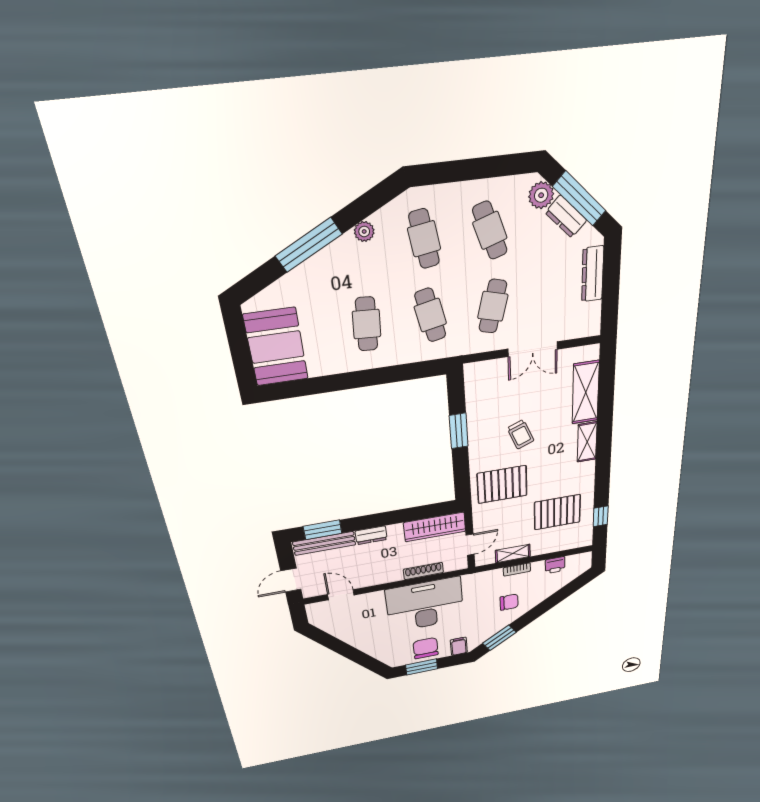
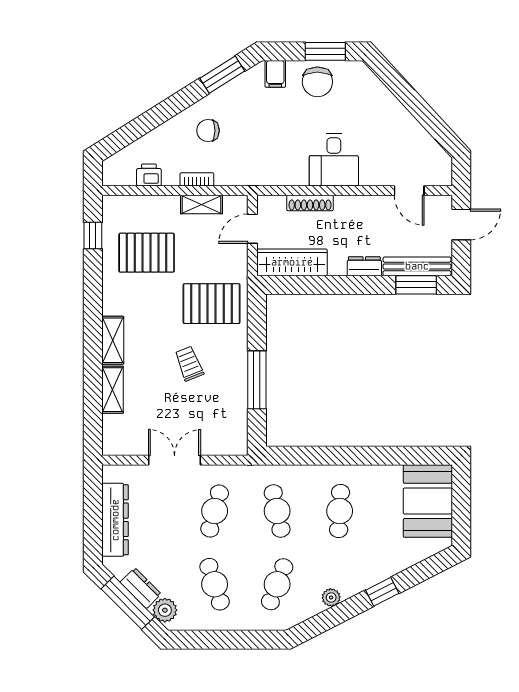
cafe table: (424, 239) -> (277, 584), turned 30
window: (309, 245) -> (382, 592), width x0.46
dresser: (593, 274) -> (115, 520), width x1.37, depth x1.24
shelving: (586, 392) -> (113, 390), width x0.67, depth x0.75
window: (459, 431) -> (257, 380), width x1.44
desk: (425, 605) -> (334, 160), width x0.53, depth x0.77

